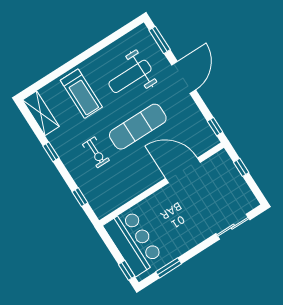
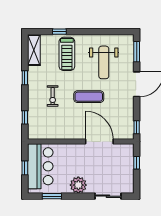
window: (56, 74) -> (59, 32), added
weight bench: (130, 76) -> (104, 62), turned -90
exercise mat: (138, 127) -> (89, 97), width x0.73, depth x0.69
plant: (191, 236) -> (78, 185), added
window: (127, 270) -> (25, 168), moved

